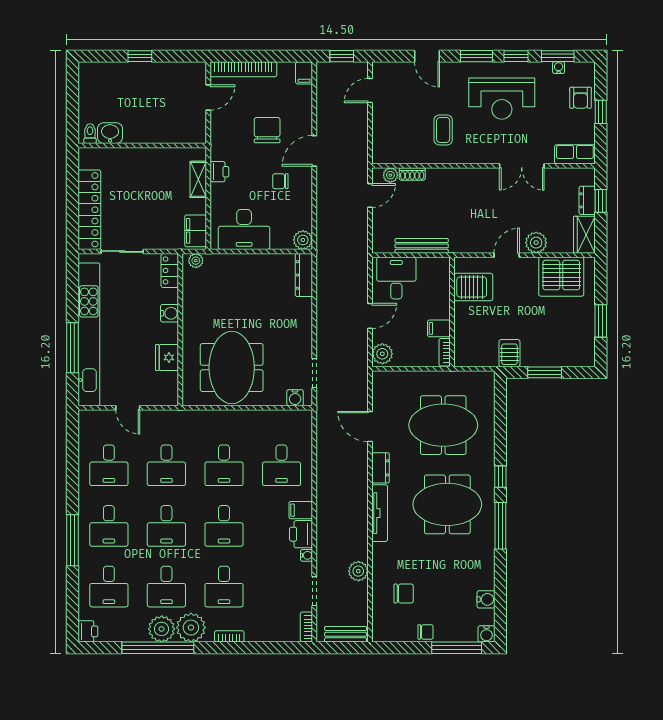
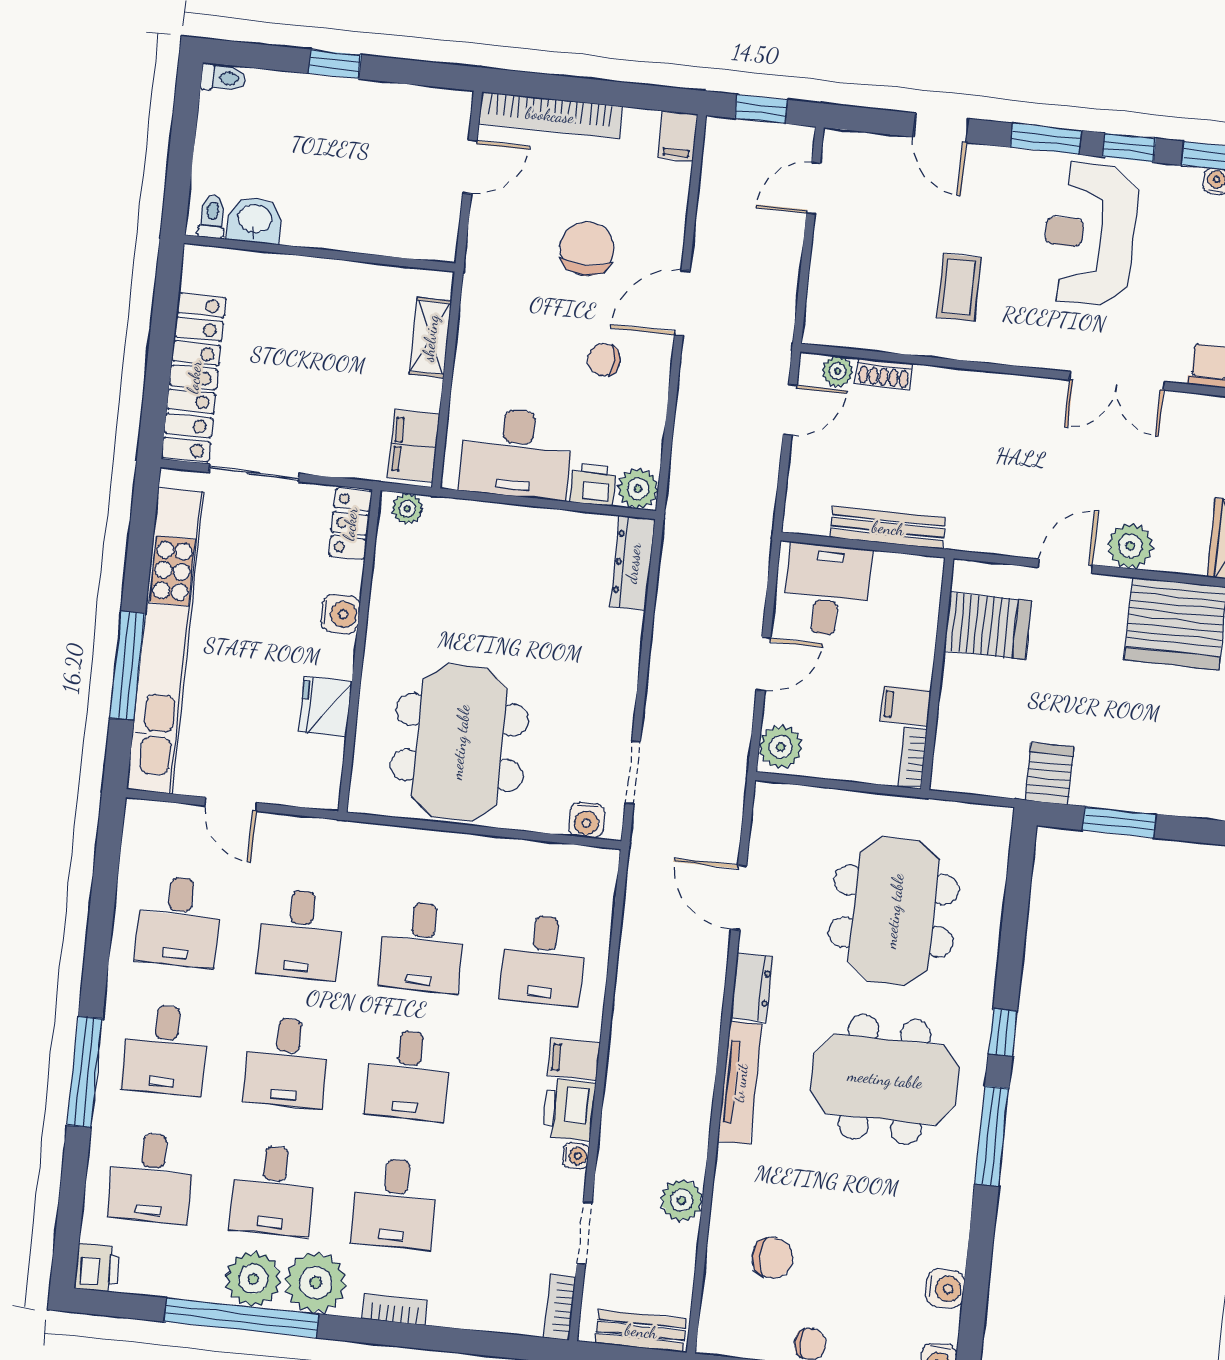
toilet: (88, 68) -> (223, 78), added
reception desk: (502, 99) -> (1090, 234), turned 90
printer: (219, 172) -> (593, 485), moved, turned -90
meeting table: (443, 425) -> (894, 911), turned 90

